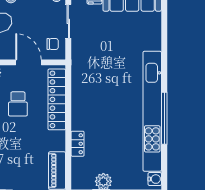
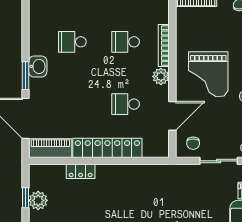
locker: (57, 99) -> (107, 148), moved

